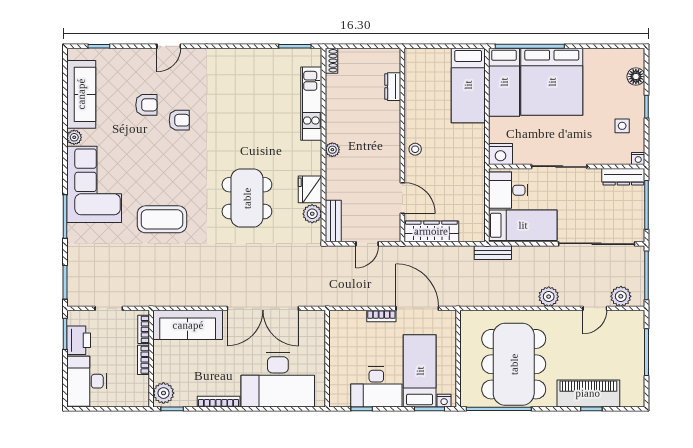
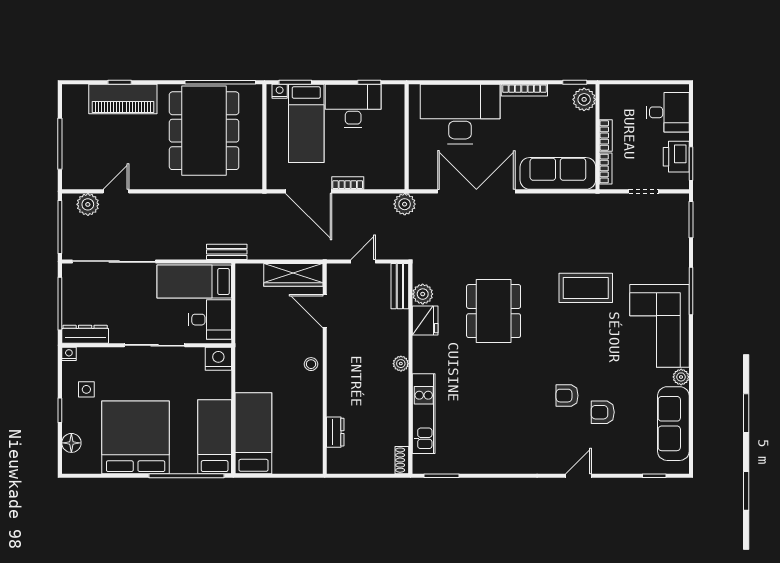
bed: (552, 82) -> (136, 437), moved
plant: (549, 297) -> (405, 204), moved
desk: (87, 381) -> (668, 112), width x0.73

